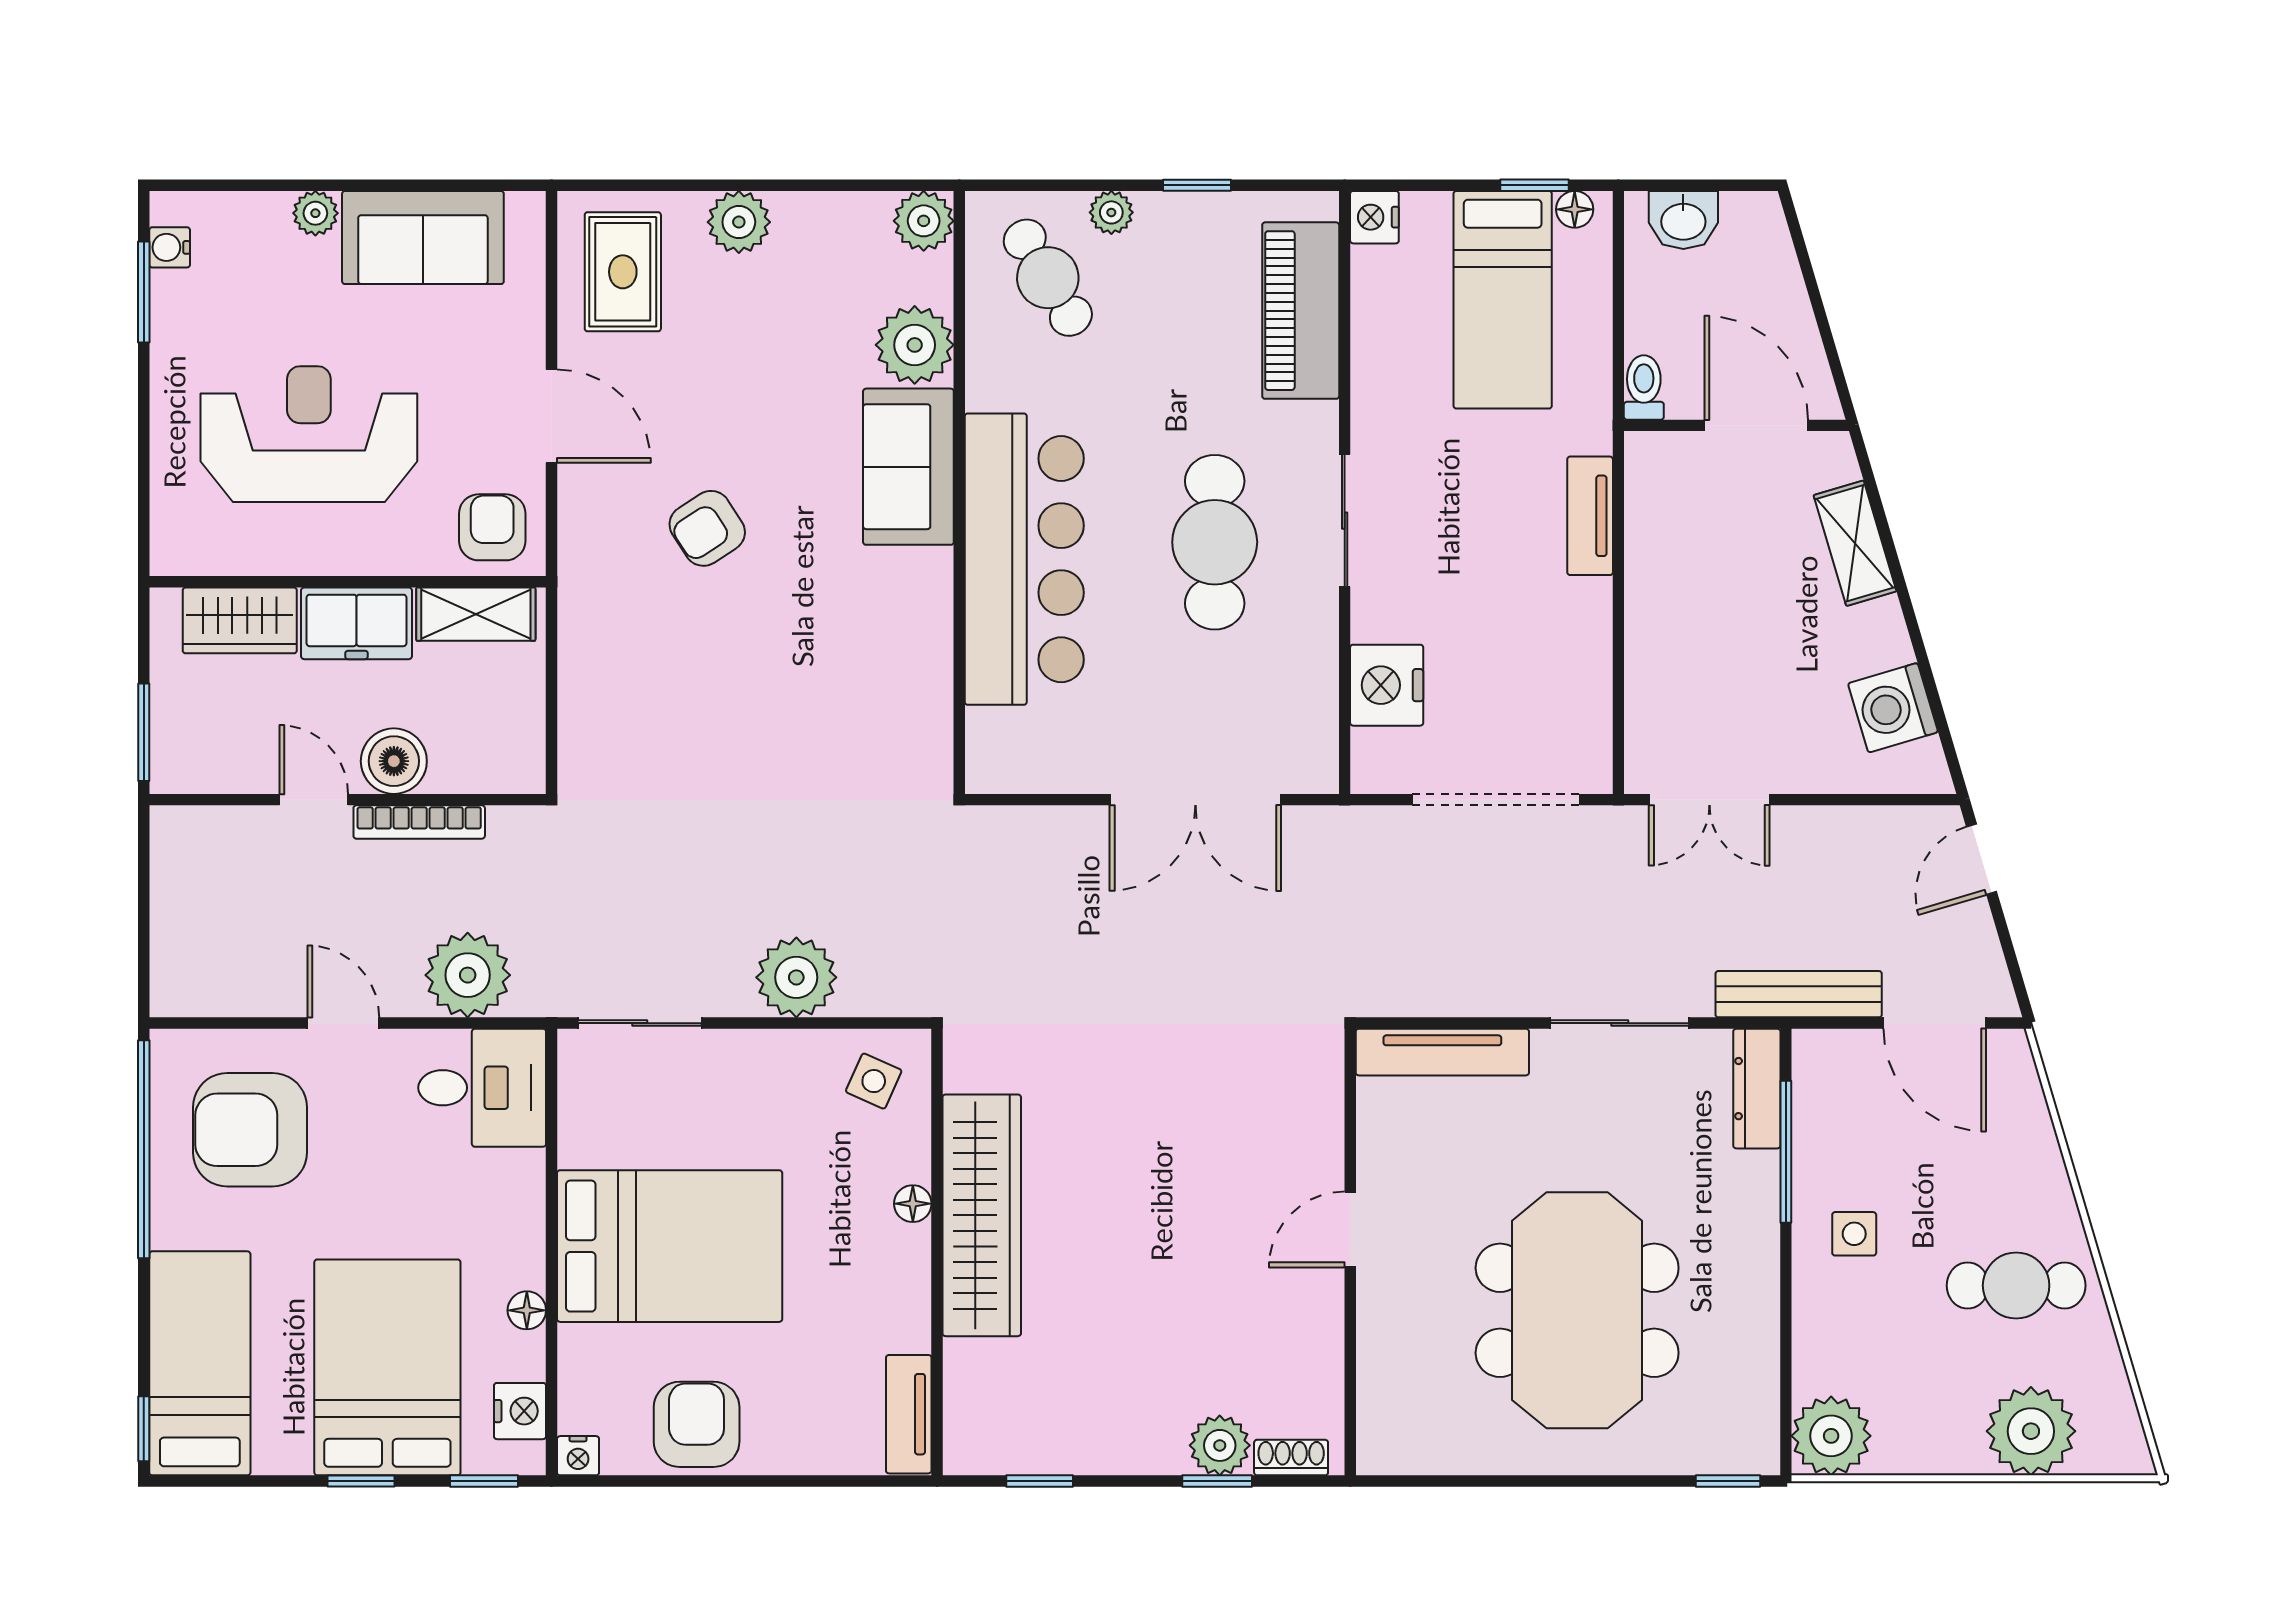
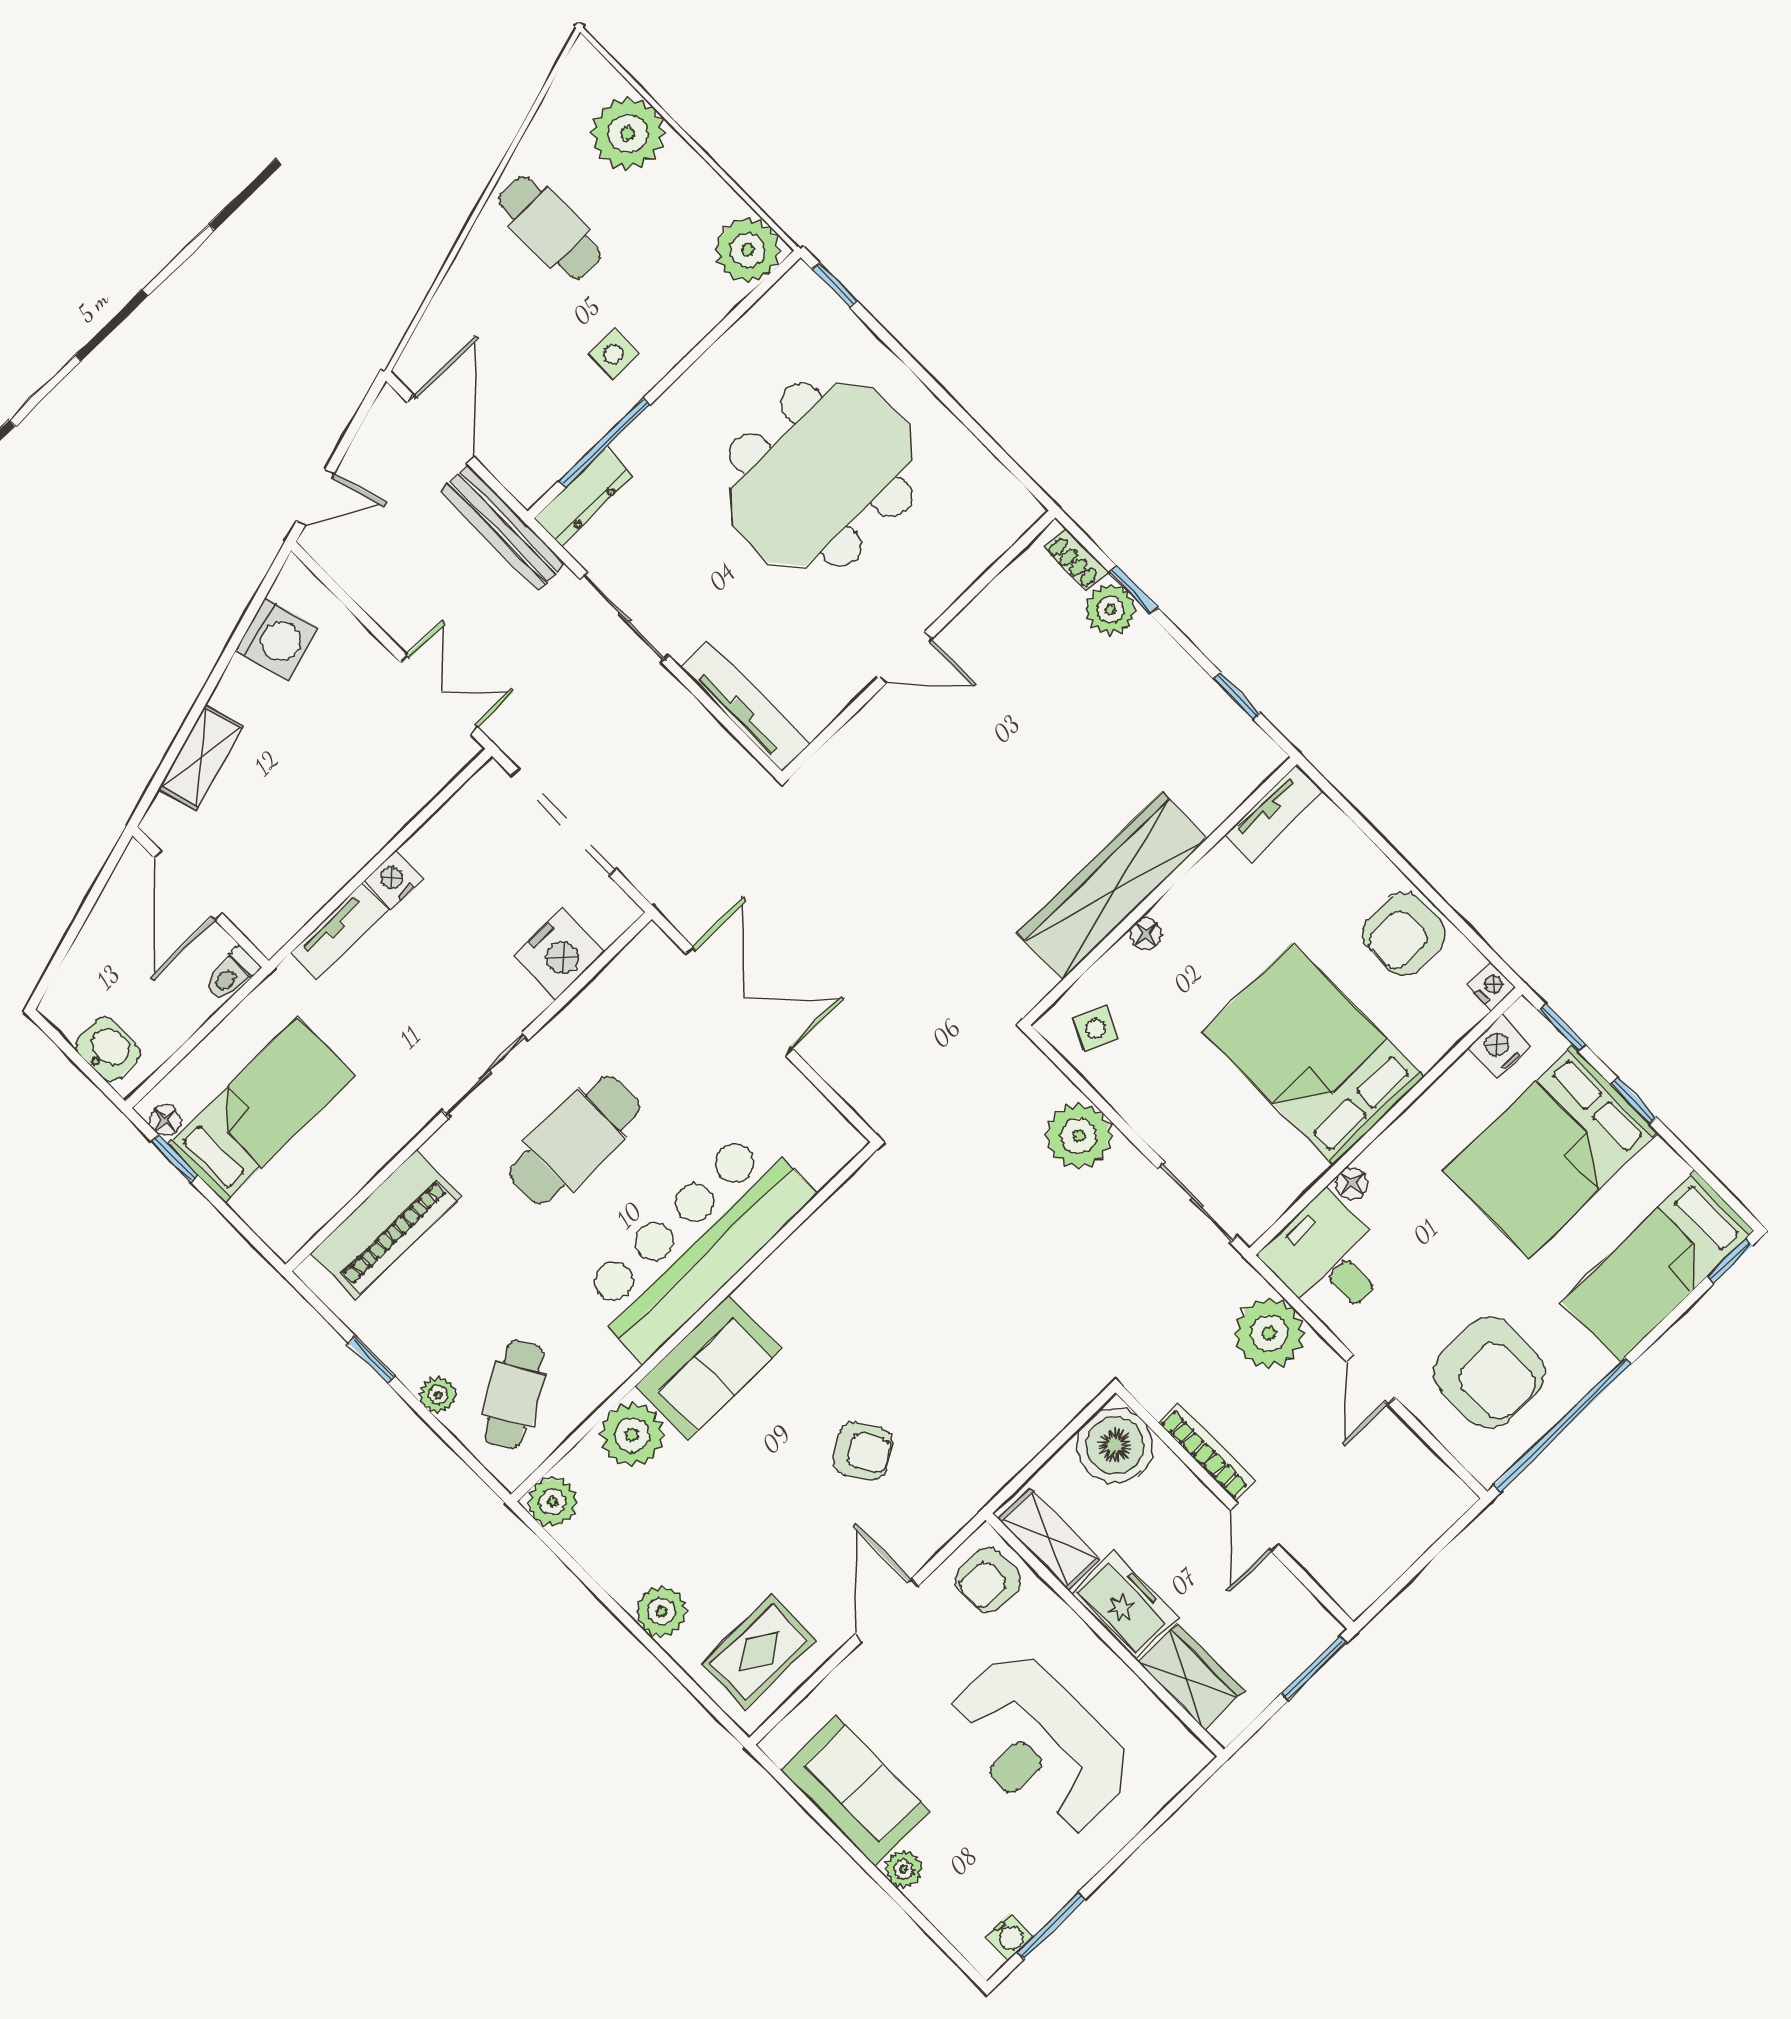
nightstand: (1374, 217) -> (394, 880), moved, turned 180
boiler: (394, 761) -> (1115, 1445), moved, width x1.37, depth x1.37
floor lamp: (527, 1310) -> (1351, 1184), moved

